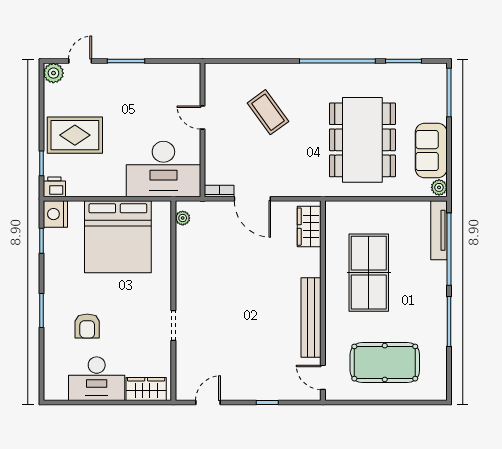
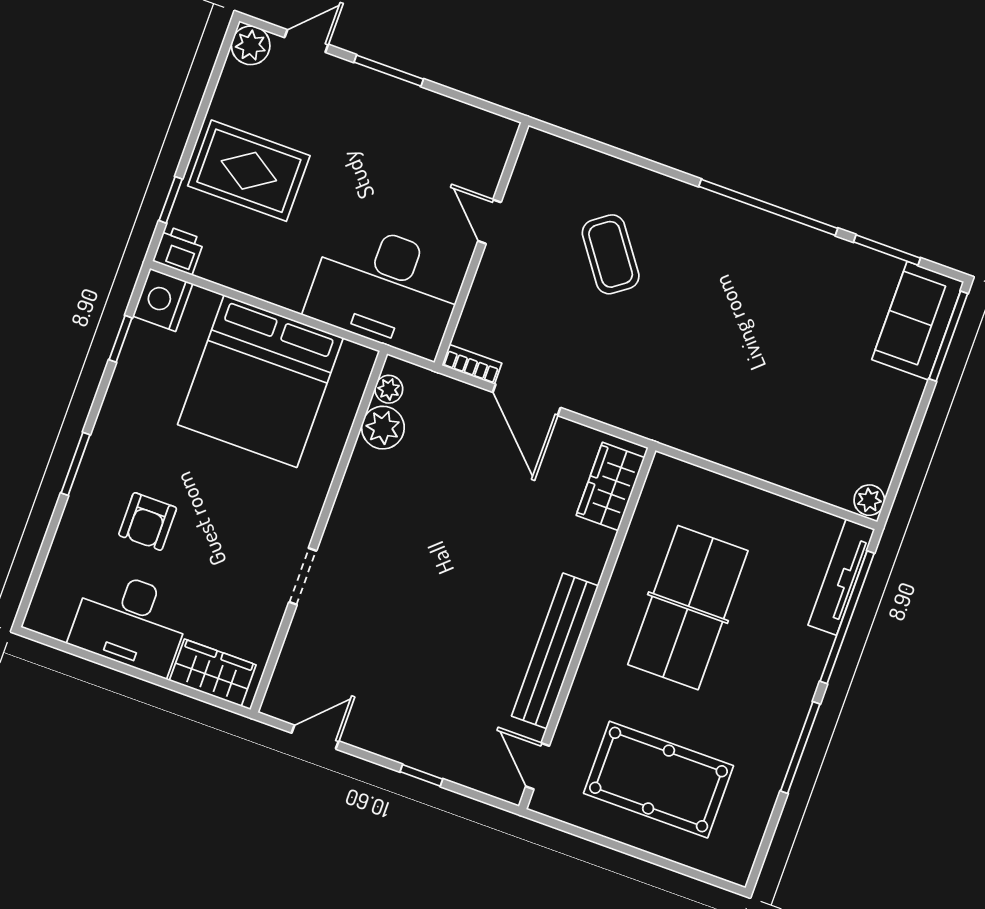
dining table: (362, 140) -> (762, 365), removed
sofa: (431, 151) -> (918, 321), moved
plant: (187, 238) -> (383, 428), added

